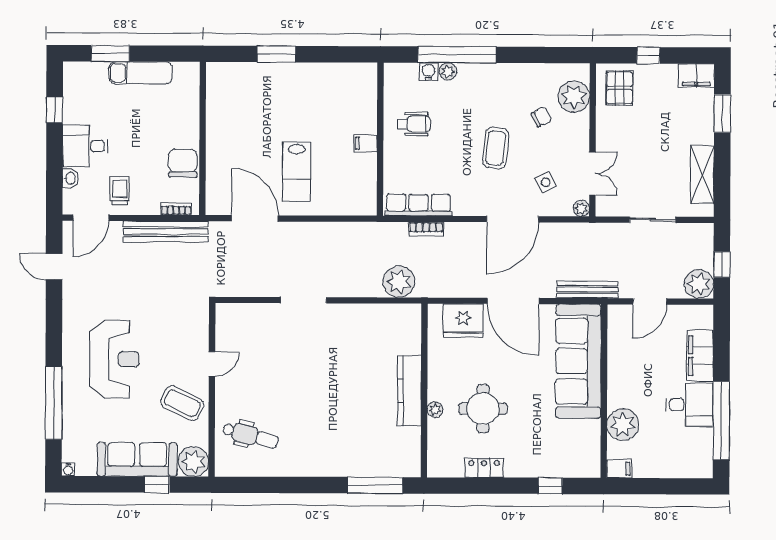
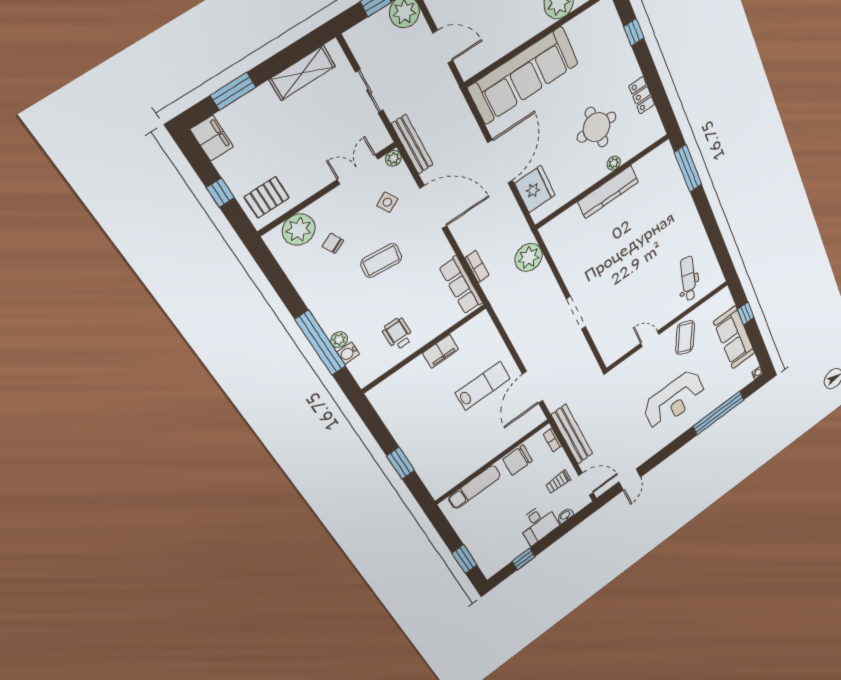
exam couch: (141, 73) -> (474, 487), moved, turned 90
filing cabinet: (366, 143) -> (441, 351), width x2.00
bench: (587, 290) -> (412, 144), moved
reception desk: (114, 359) -> (674, 400), turned 180
plant: (193, 461) -> (721, 302), removed

